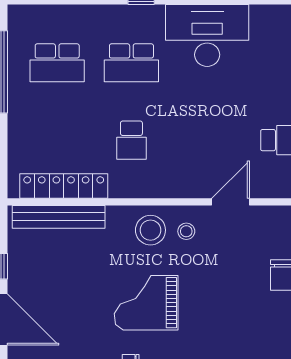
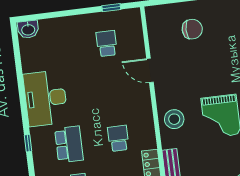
school desk: (131, 140) -> (118, 138), turned -90
stool: (186, 231) -> (172, 96), removed

